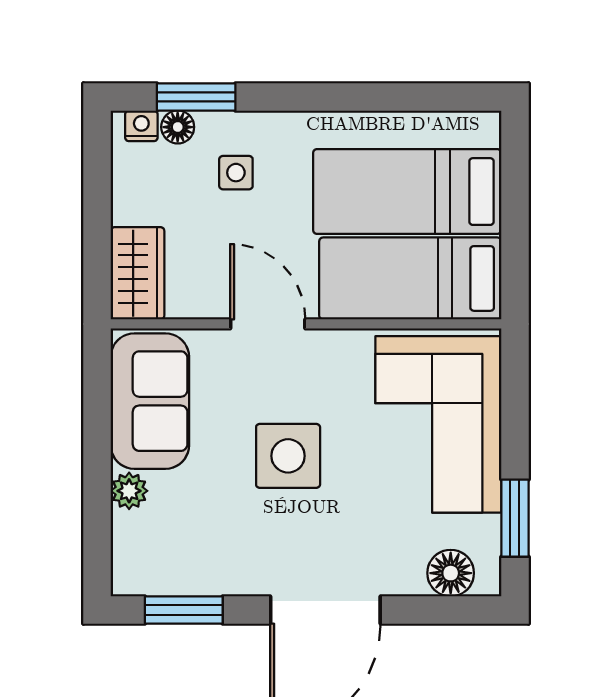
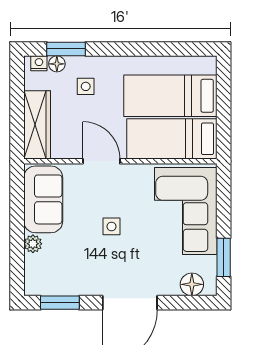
wardrobe: (138, 273) -> (37, 125), width x1.50
side table: (288, 456) -> (111, 226), width x0.54, depth x0.54

